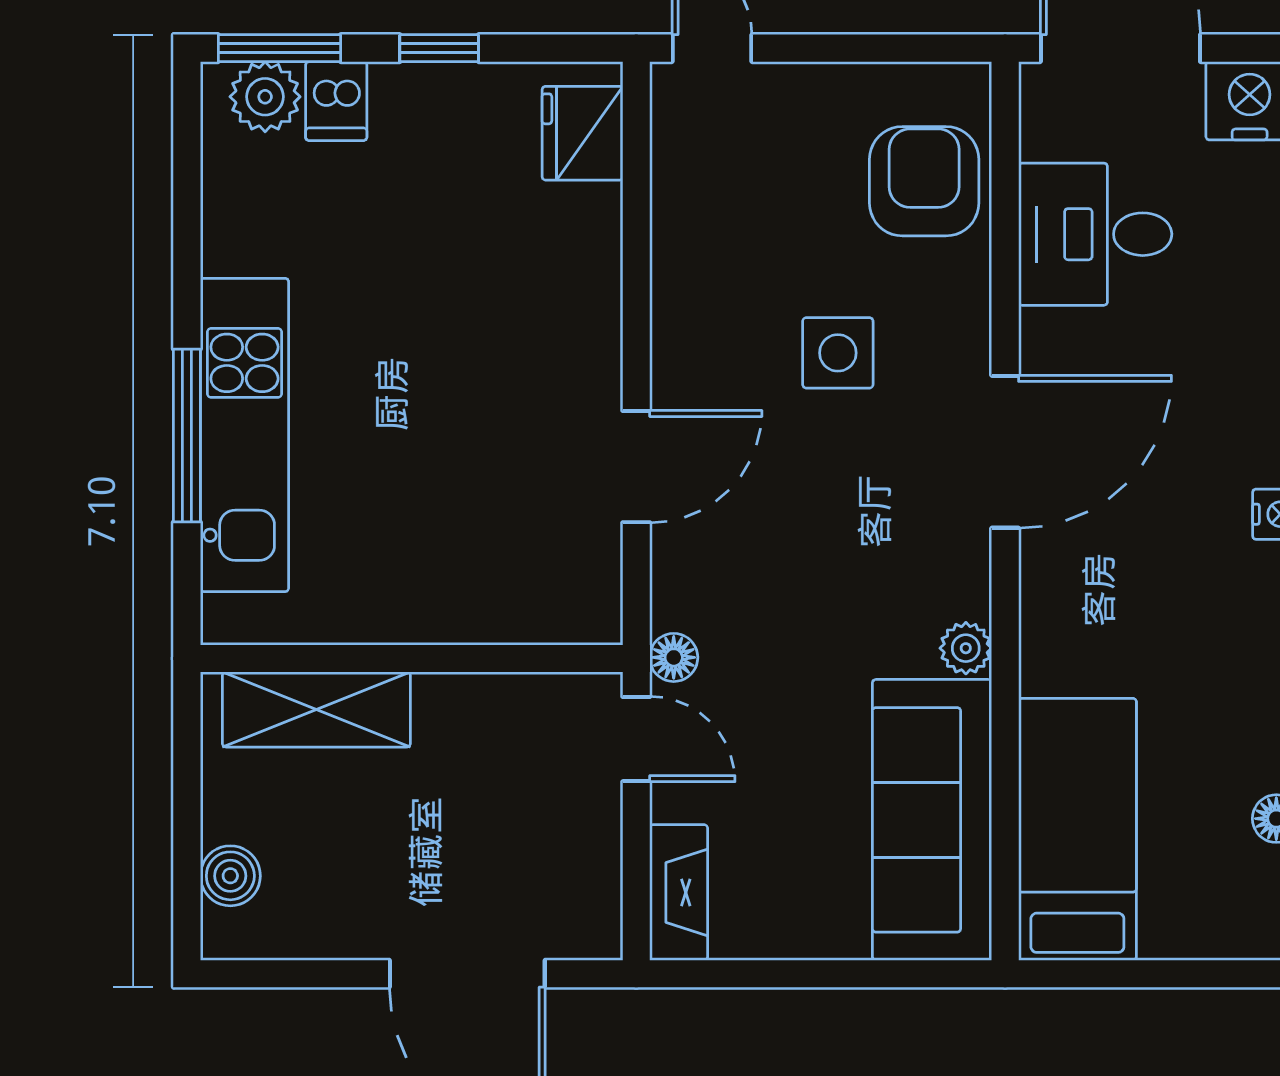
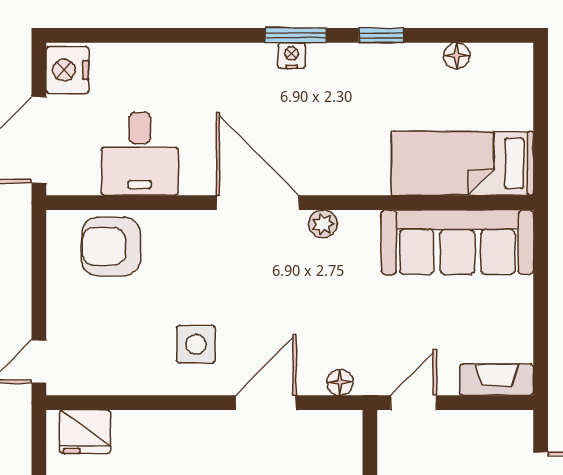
side table: (838, 353) -> (196, 344), moved
door: (636, 467) -> (266, 403), hinge flipped
plant: (966, 648) -> (323, 224), moved
floor lamp: (674, 657) -> (340, 382), moved

